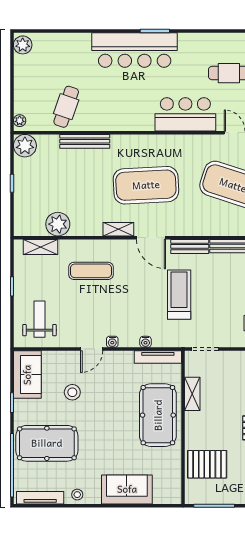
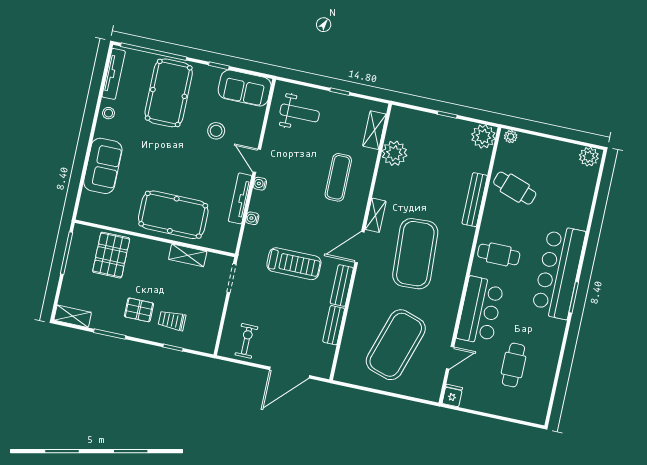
cafe table: (130, 108) -> (499, 254), added
tv unit: (158, 357) -> (240, 198), moved

